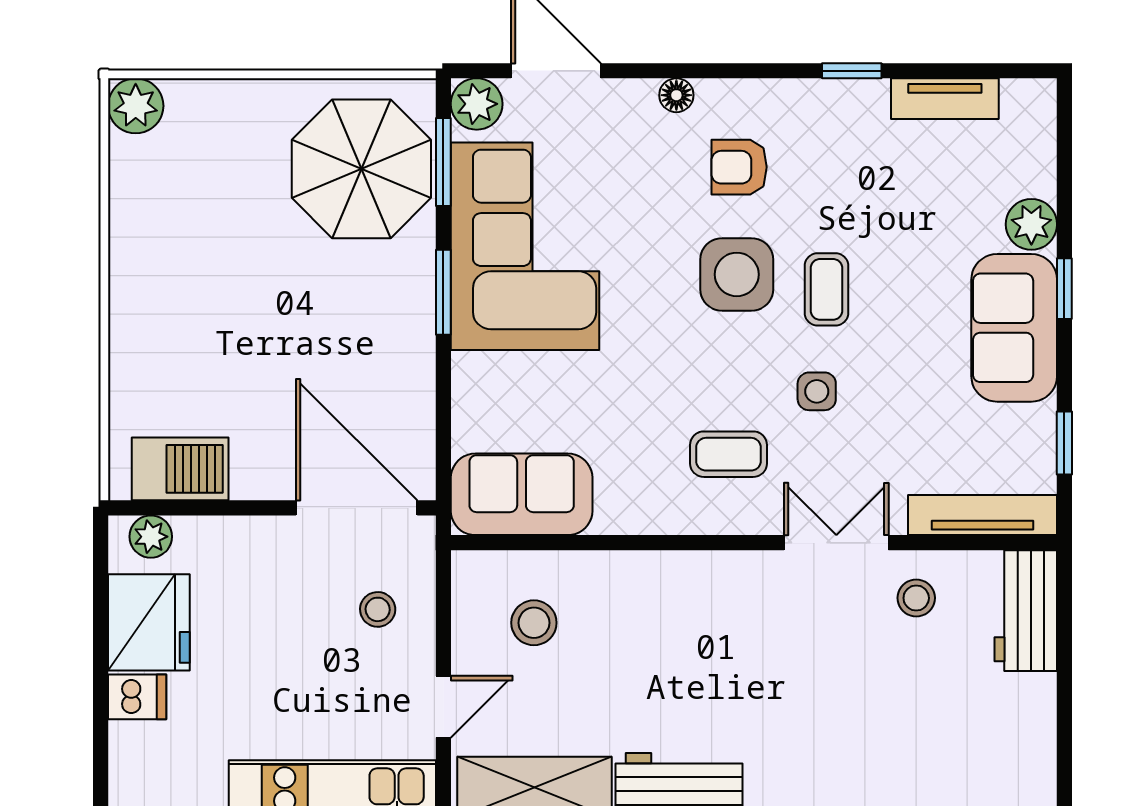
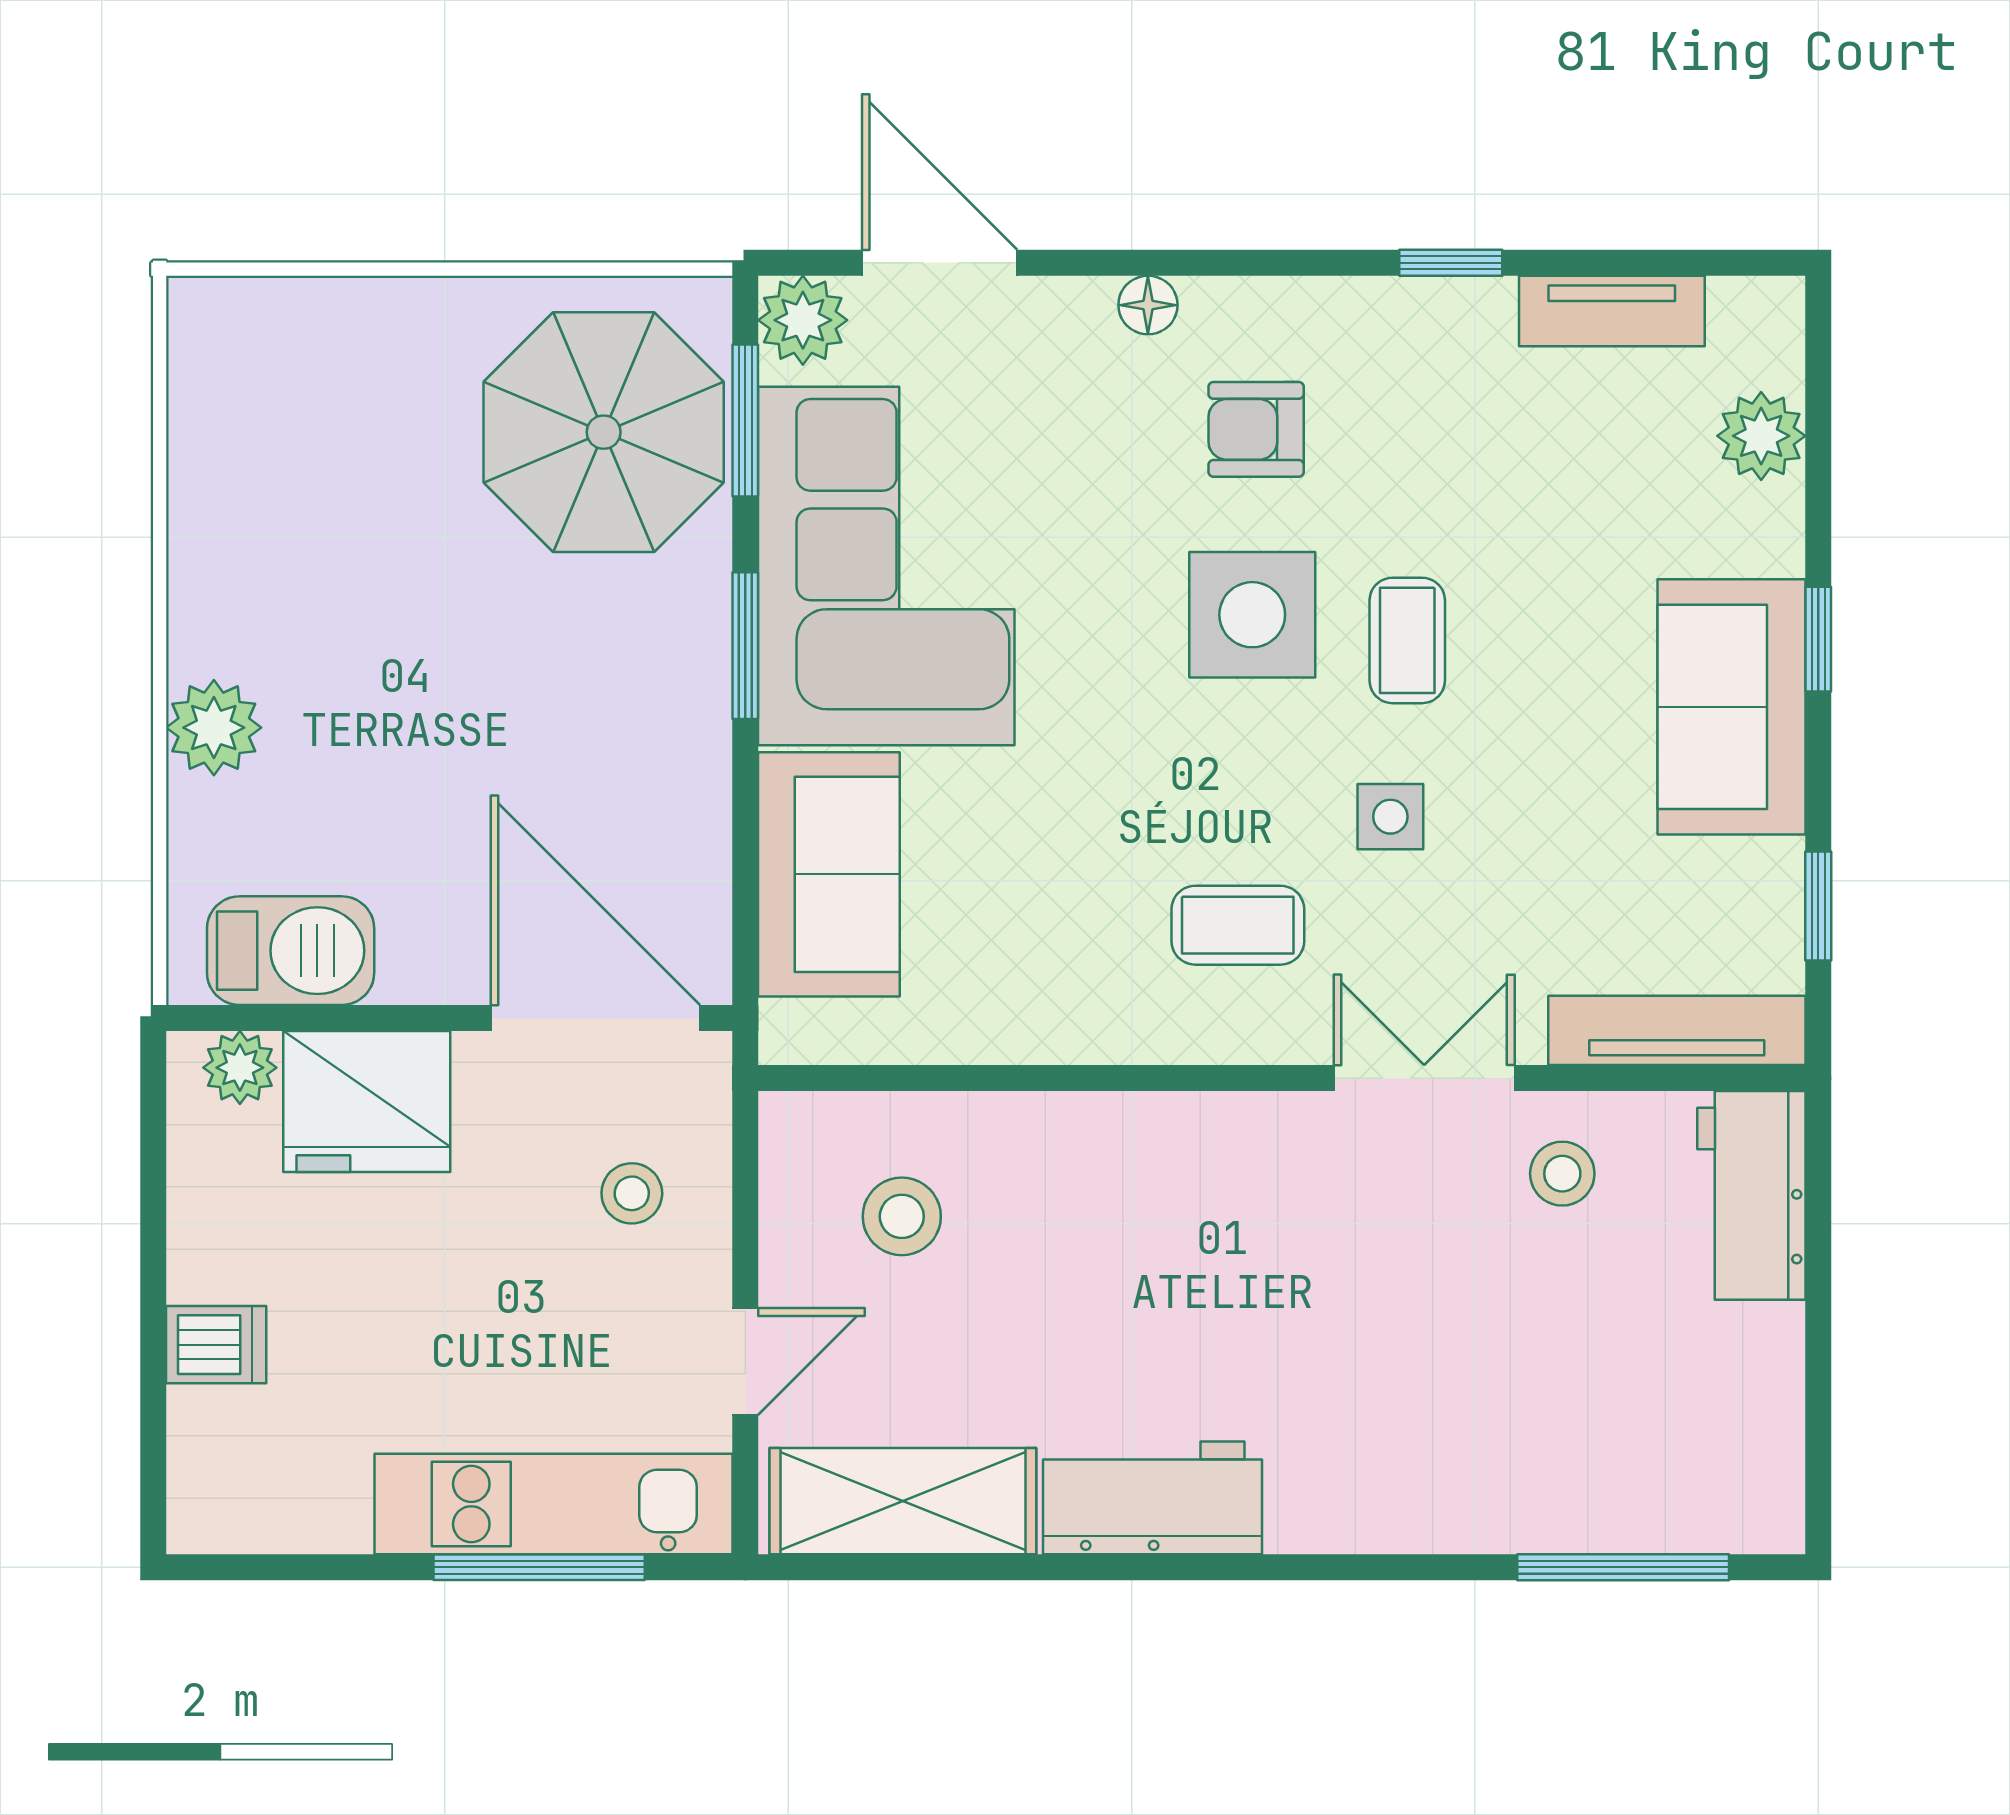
plant: (136, 106) -> (214, 728), moved
plant: (1031, 224) -> (1761, 436), moved
sofa: (522, 494) -> (829, 874), moved, turned 90
fridge: (149, 622) -> (367, 1101), moved, turned 90

